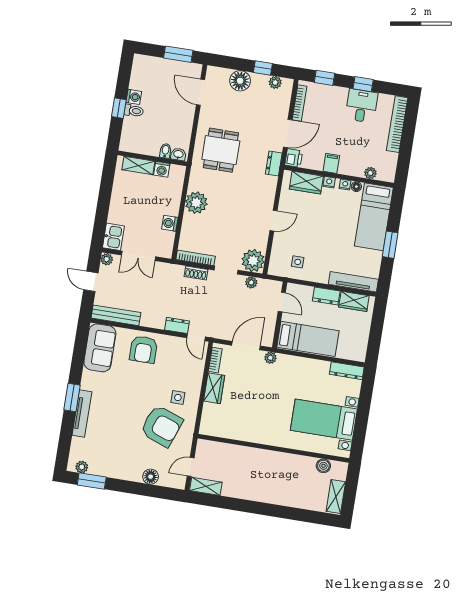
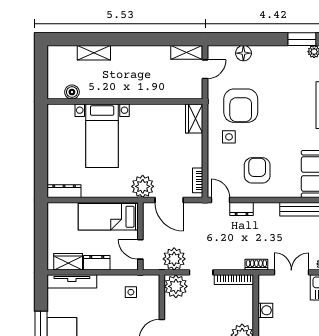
shoe rack: (196, 273) -> (256, 265), moved
plant: (251, 282) -> (174, 259), width x1.88, depth x1.88
door: (246, 346) -> (169, 200), hinge flipped
armchair: (143, 349) -> (257, 170), moved
plant: (270, 358) -> (143, 186), width x1.88, depth x1.88
wardrobe: (214, 388) -> (194, 118), moved
bed with nightstands: (324, 420) -> (102, 136), moved, turned 90
armchair: (162, 426) -> (241, 106), turned -110
shelving: (336, 496) -> (94, 53), moved, turned 90

